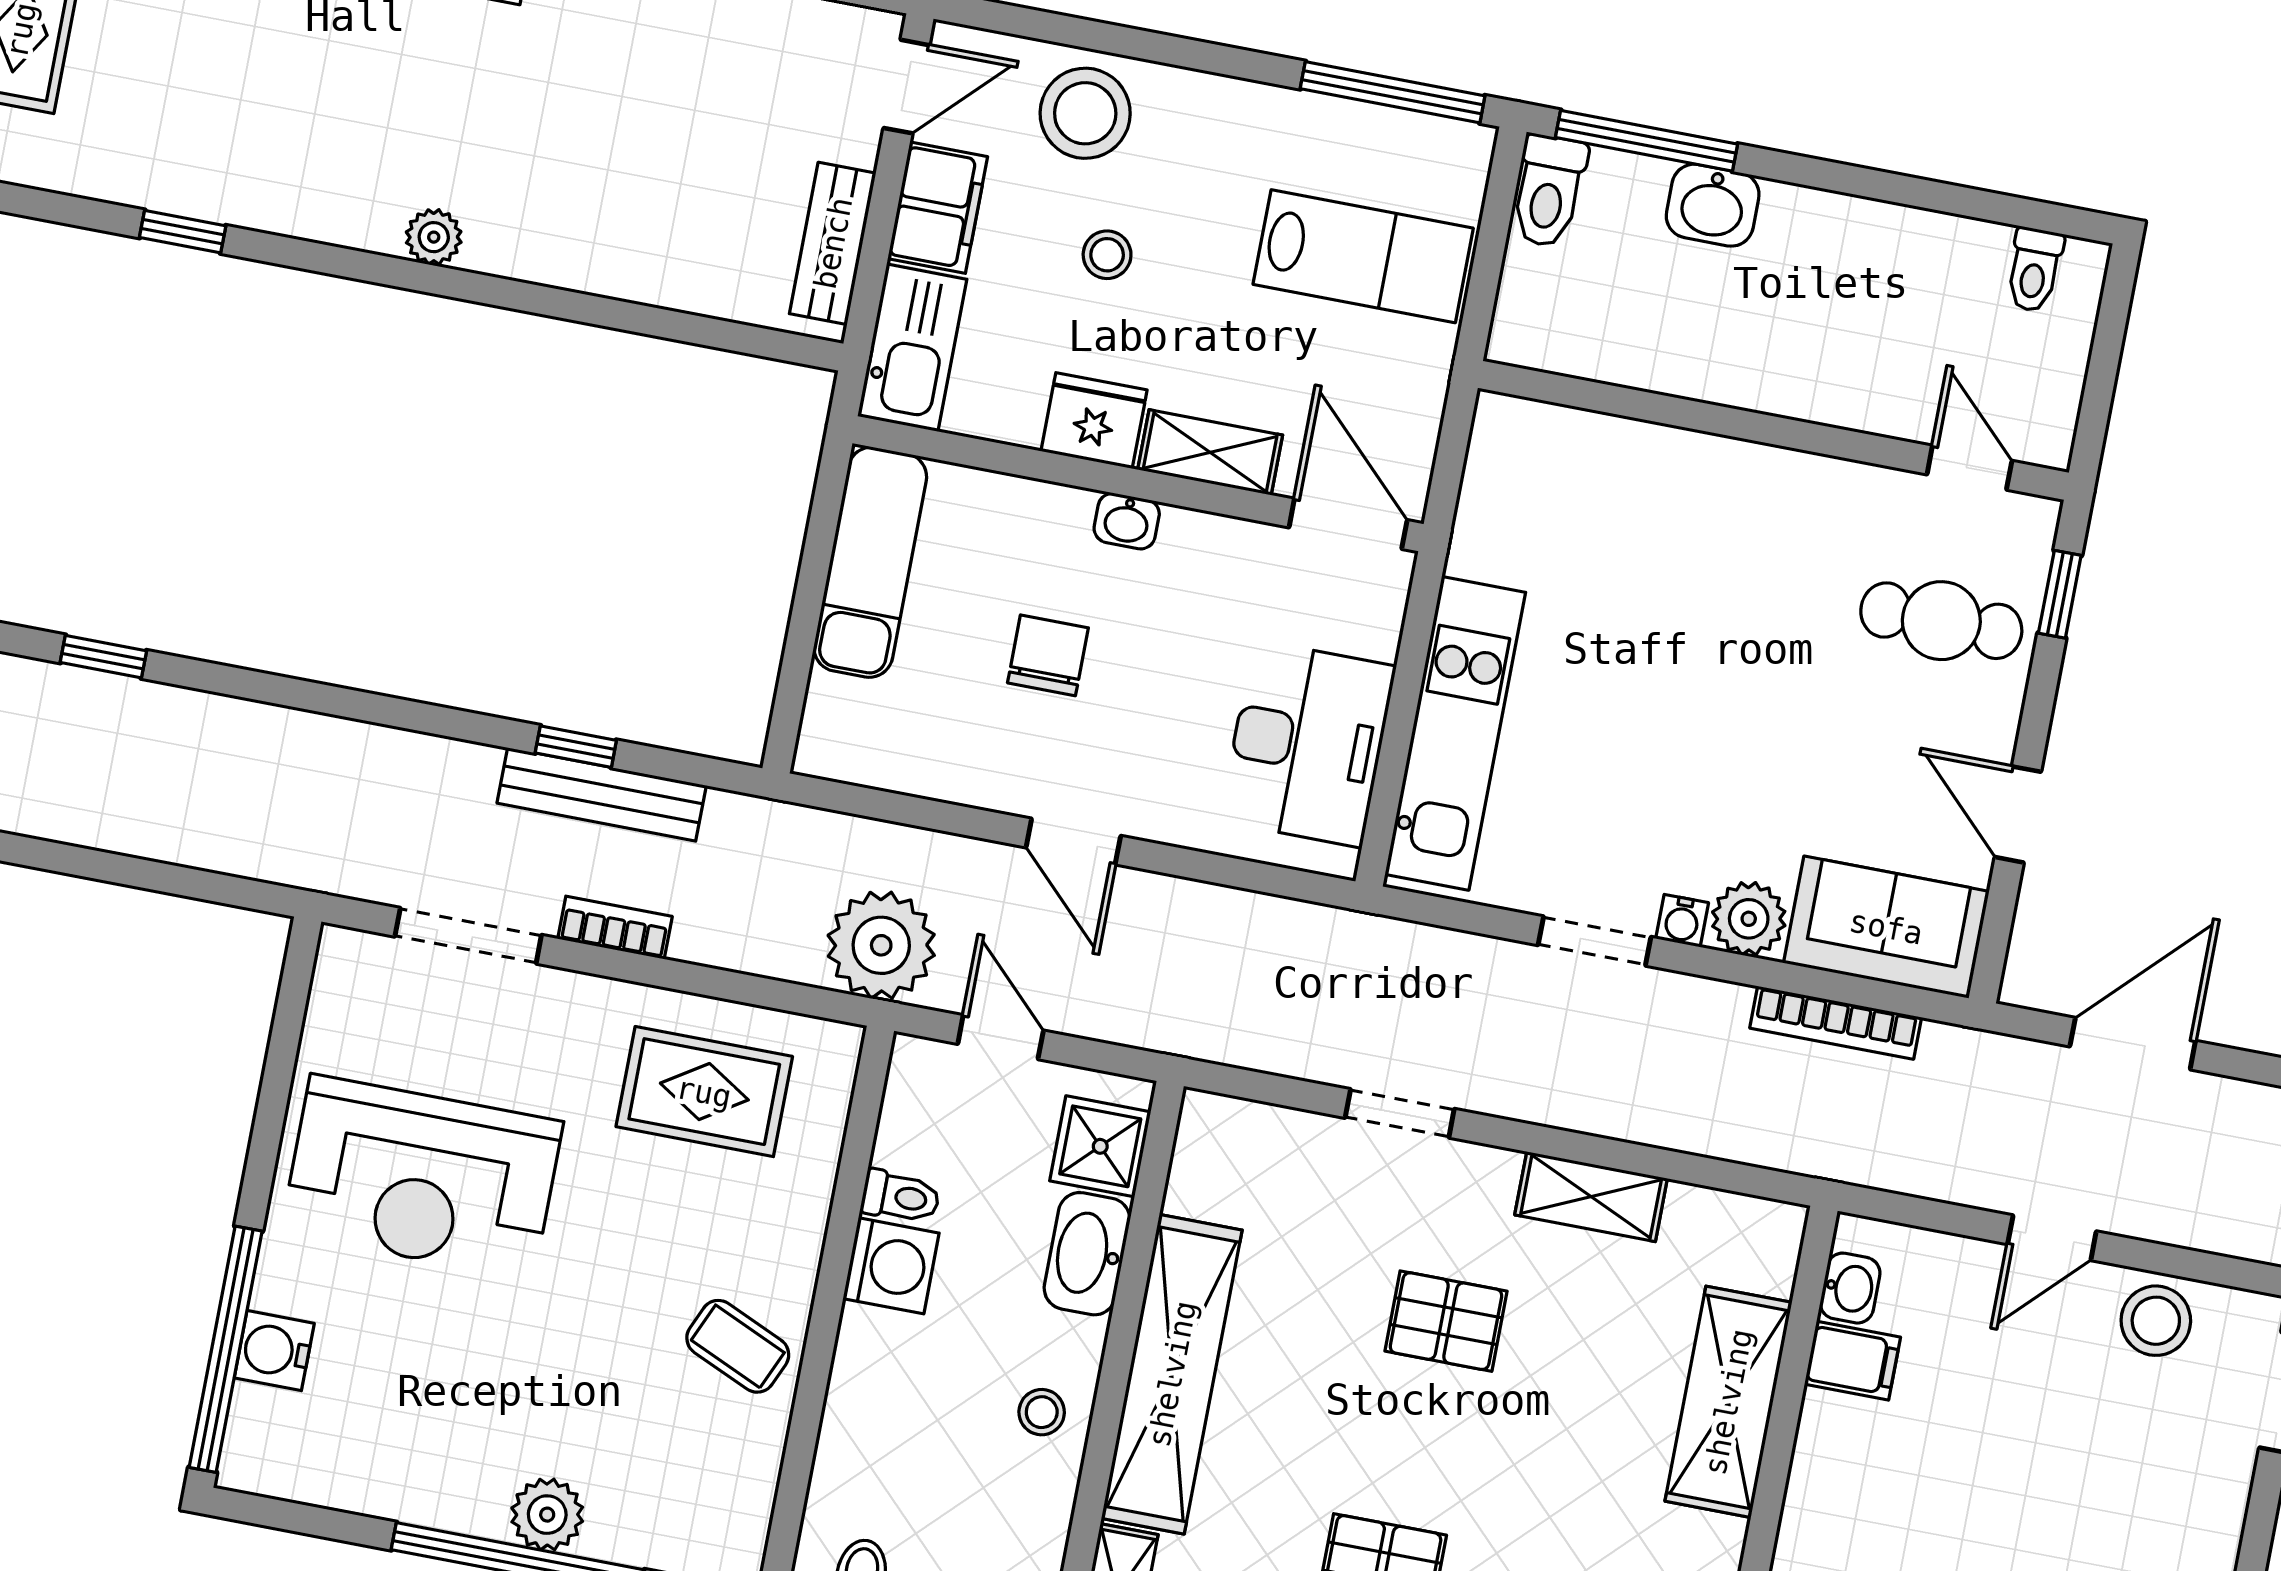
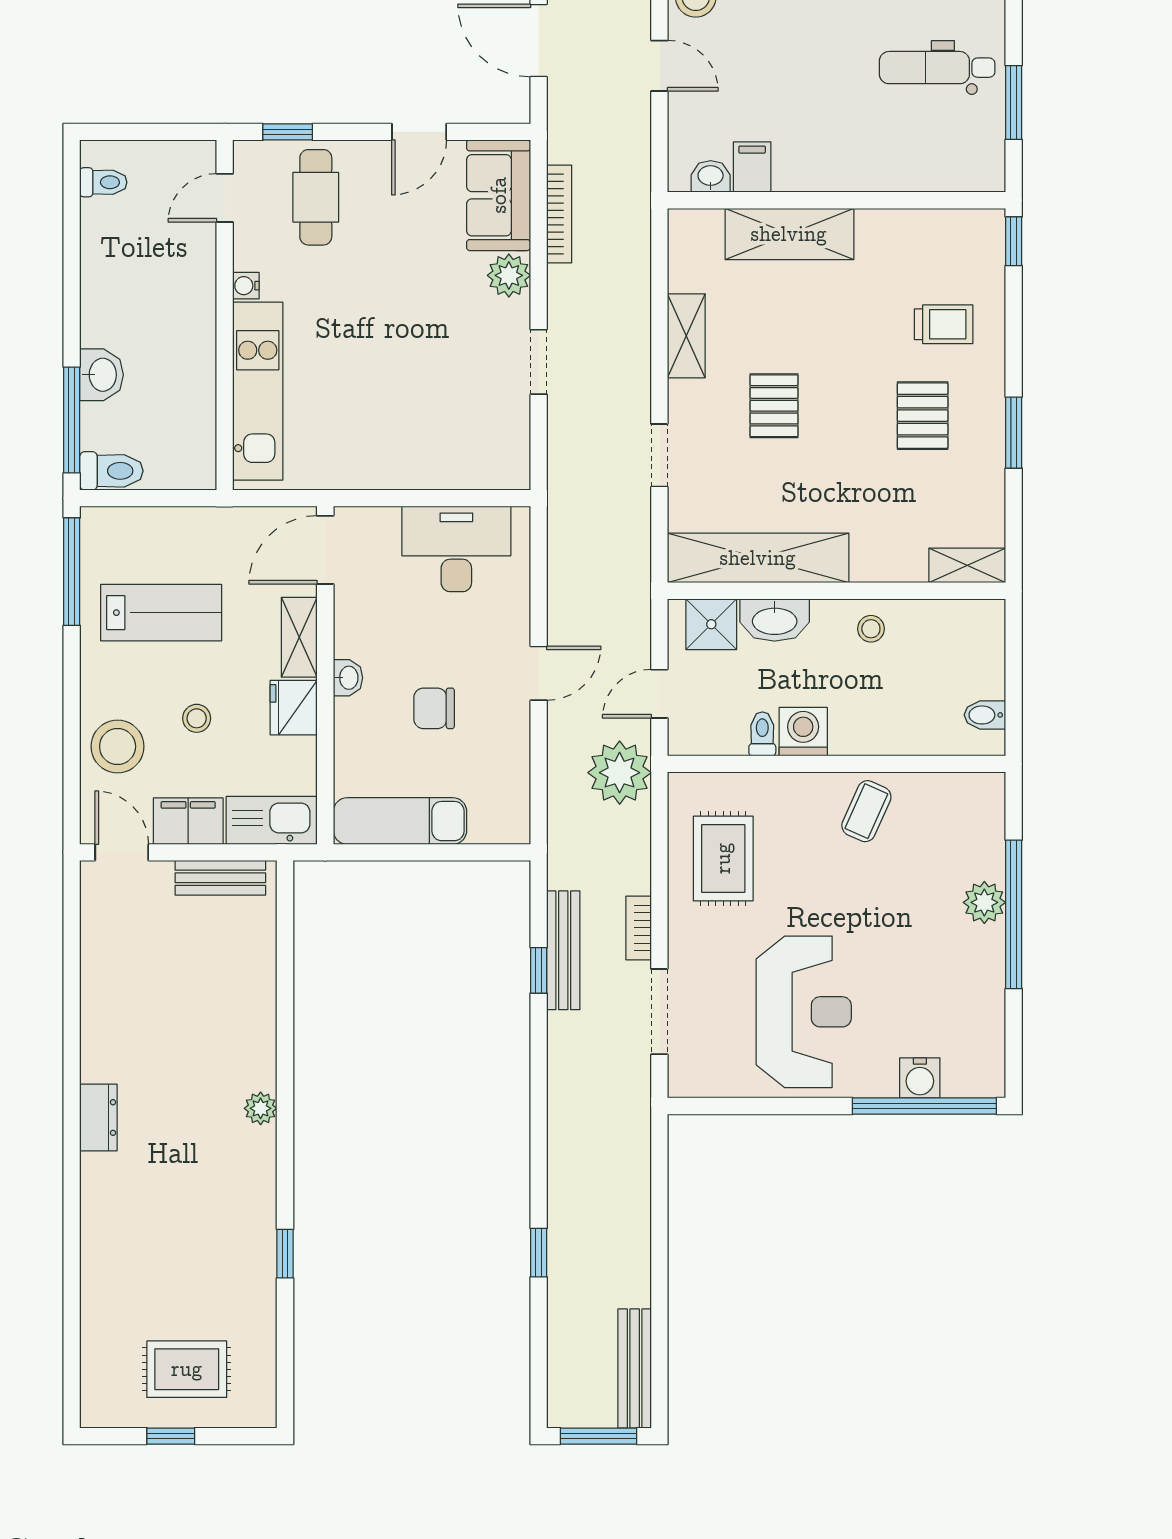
lab bench: (1363, 256) -> (161, 613), moved, turned 90
kitchen unit: (1455, 733) -> (258, 391), moved, turned 90
water cooler: (1682, 921) -> (246, 286), moved, turned 180
shelving: (1172, 1374) -> (758, 558), moved

